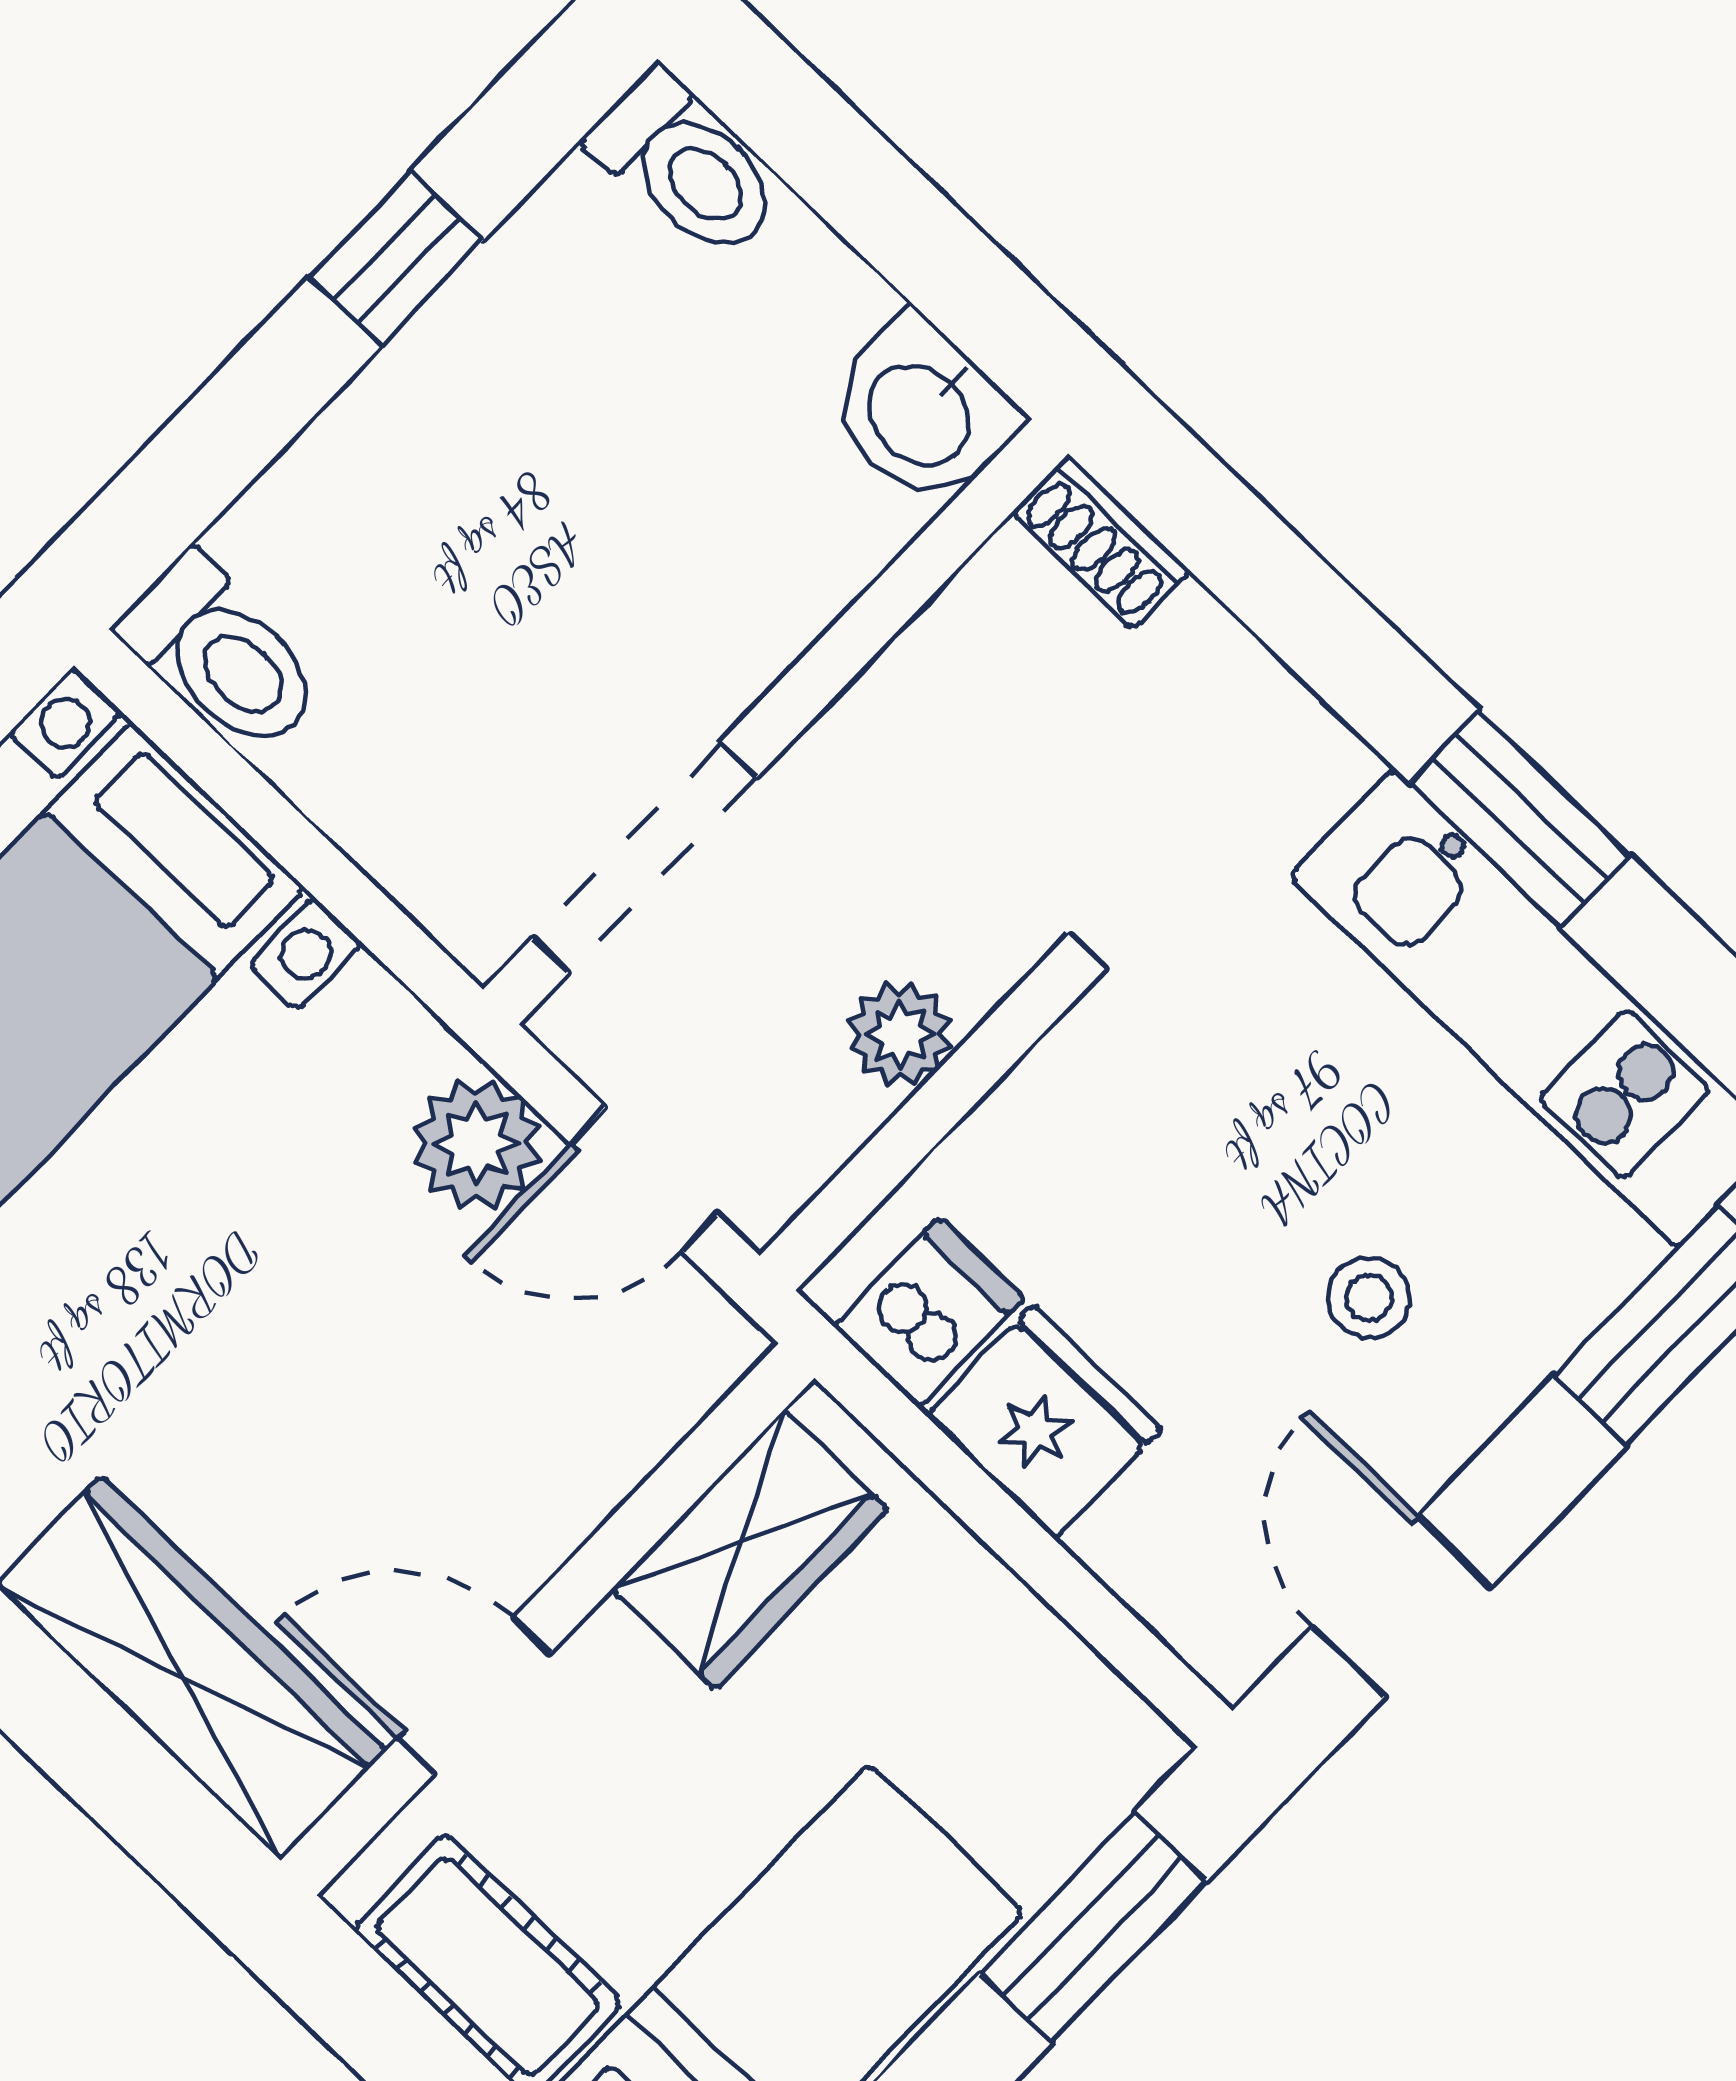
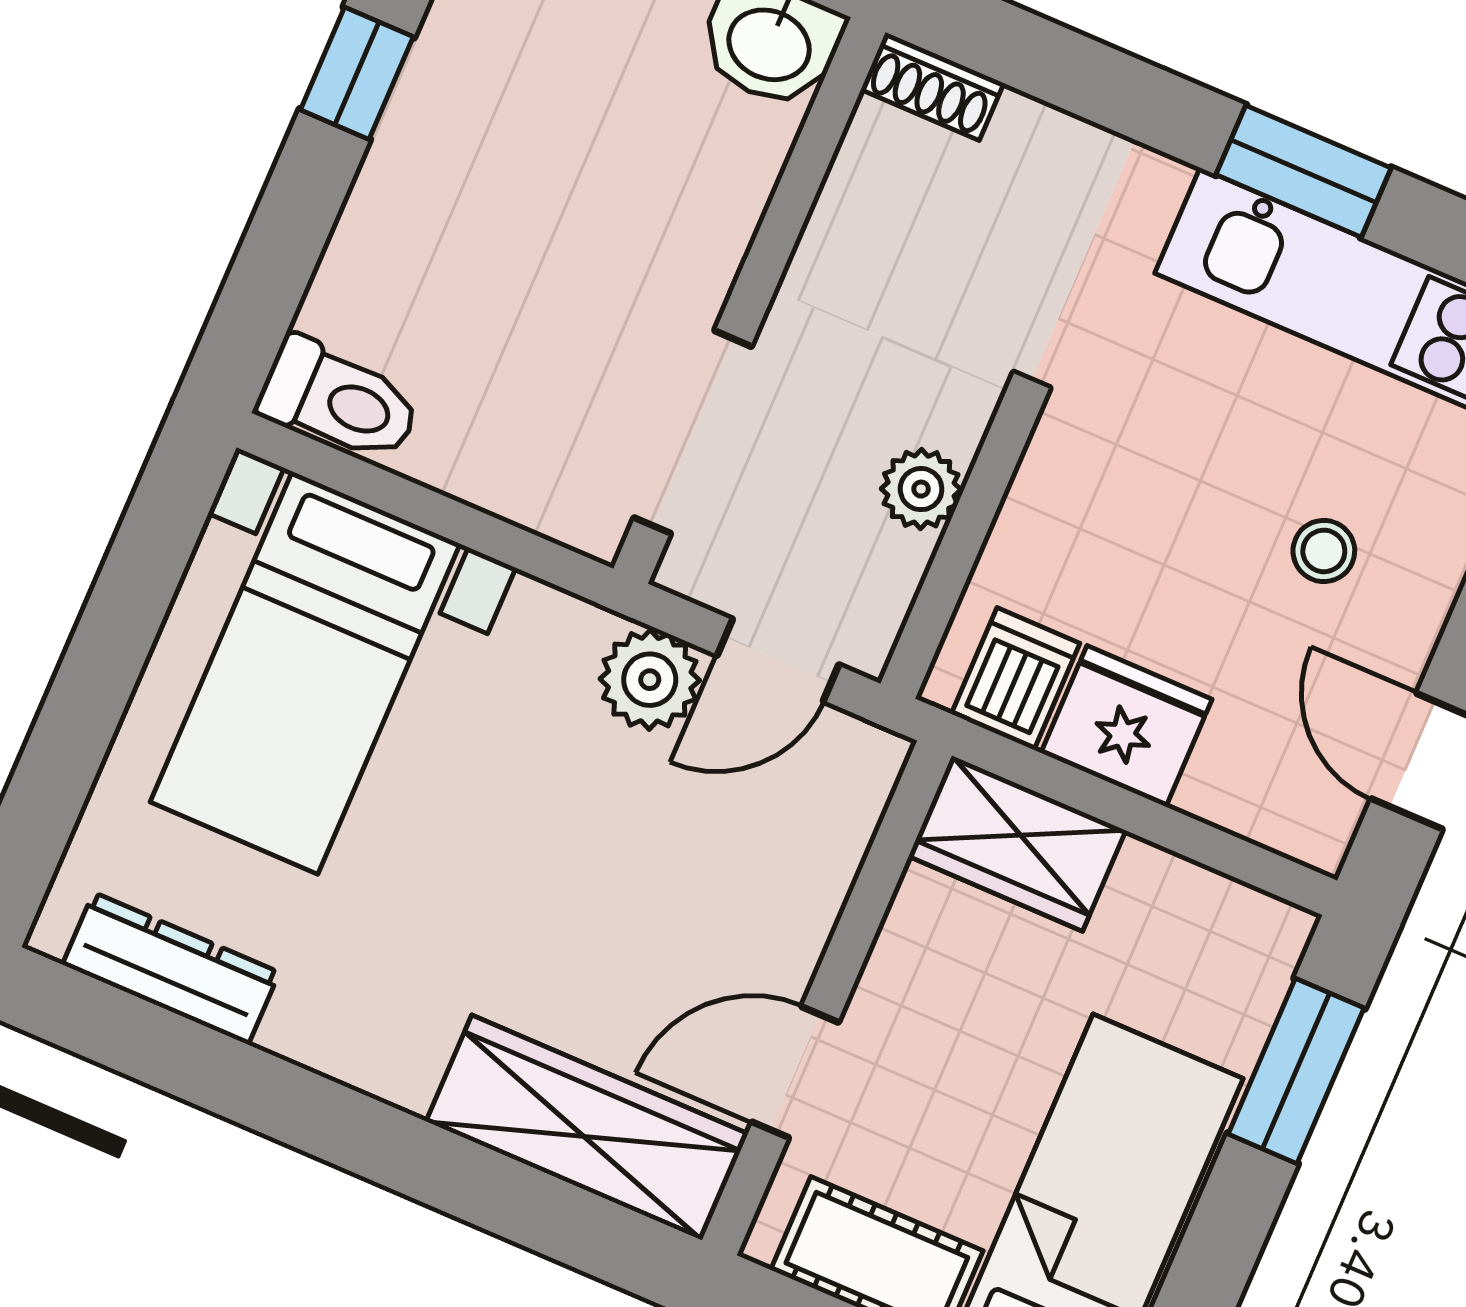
wardrobe: (750, 1550) -> (1017, 843), moved, turned 90

